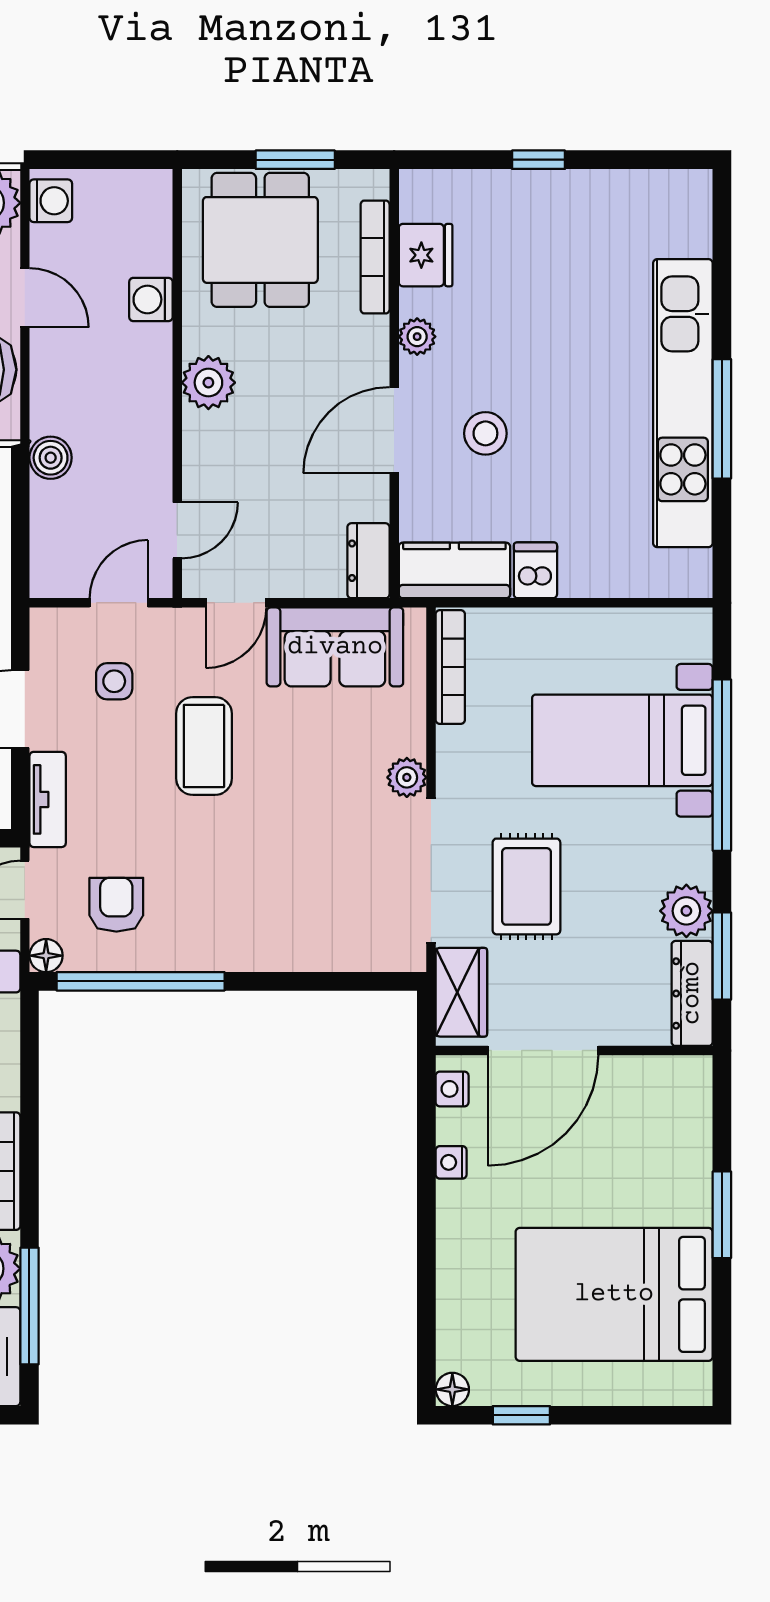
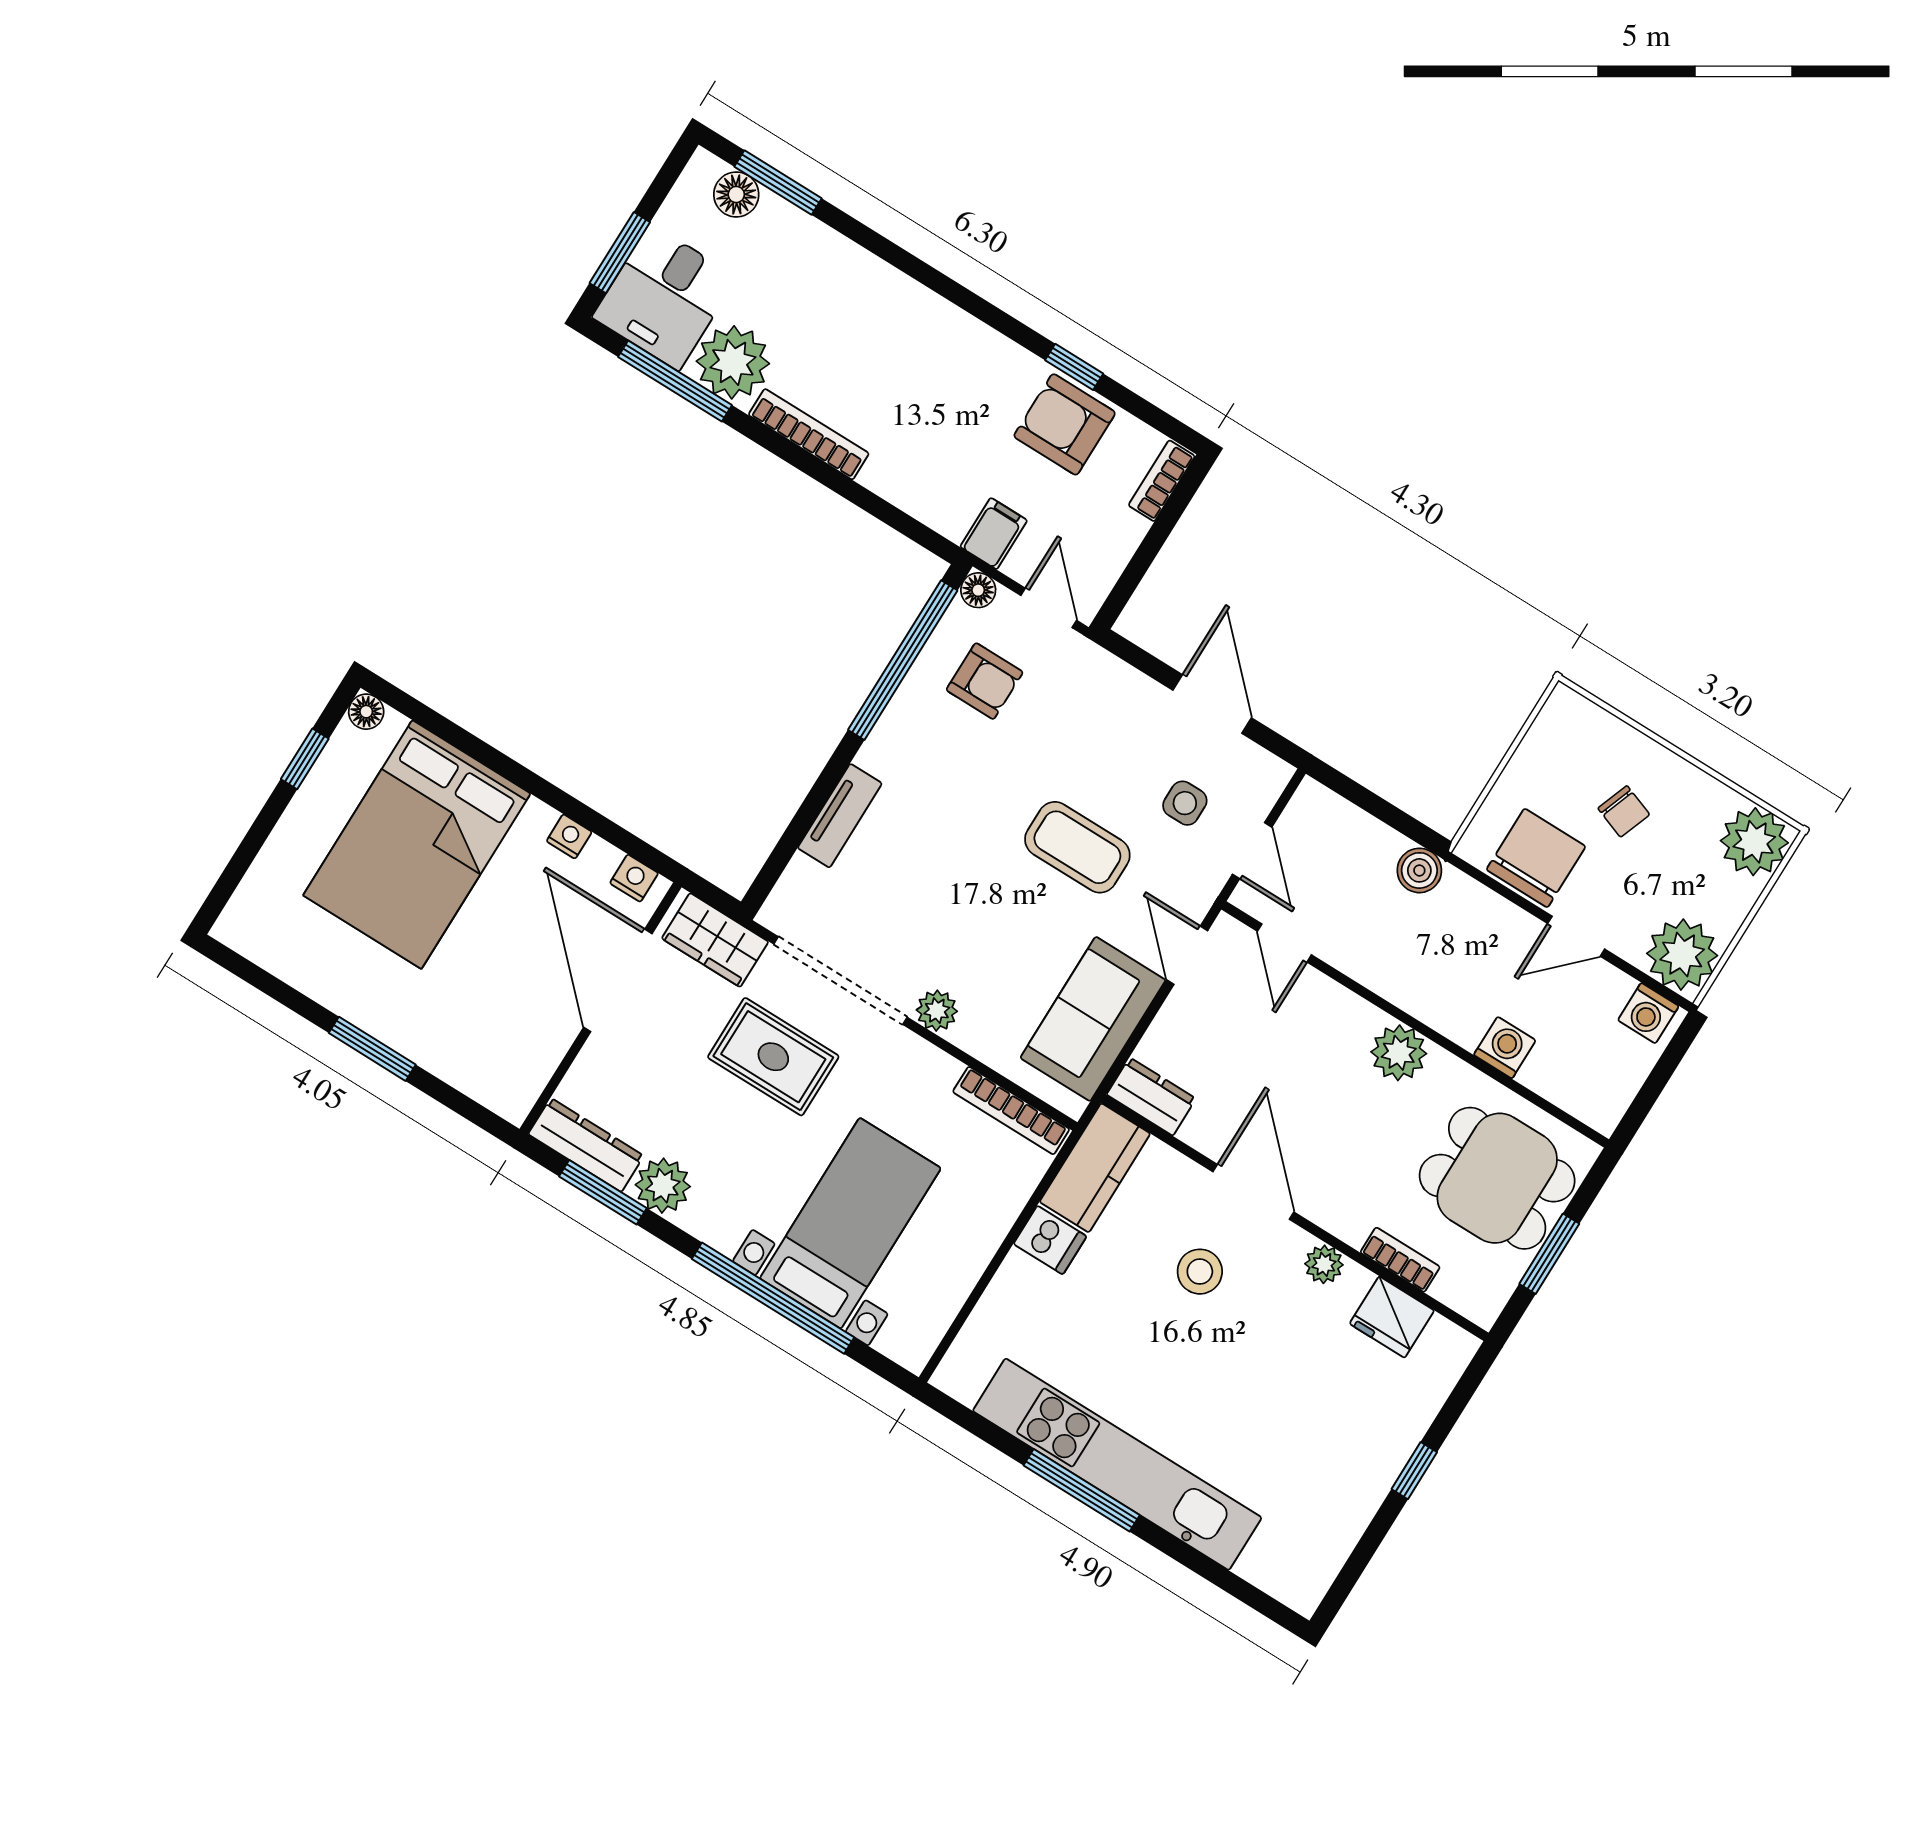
bookcase: (375, 257) -> (1400, 1260), width x0.64
tv unit: (48, 799) -> (840, 816), moved, turned -90
bed: (614, 1294) -> (417, 844), moved, turned 180

